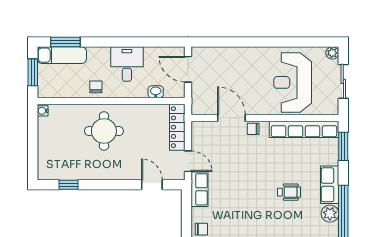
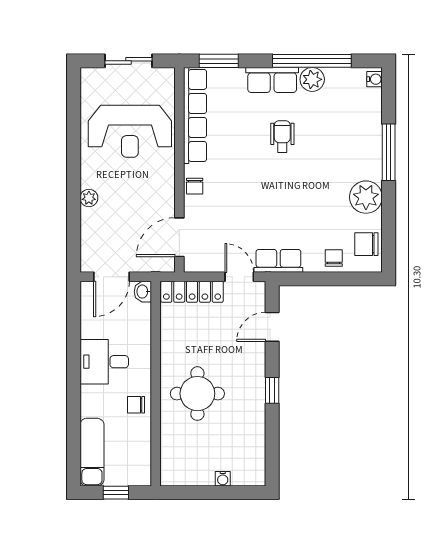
window: (65, 42) -> (74, 447), removed
plant: (332, 53) -> (89, 198), moved
window: (33, 72) -> (116, 493), width x0.67
washbasin: (156, 92) -> (143, 292), moved
water cooler: (43, 111) -> (223, 479), moved
door: (231, 118) -> (179, 237), moved
door: (188, 161) -> (239, 277), hinge flipped
window: (69, 185) -> (272, 390), moved

